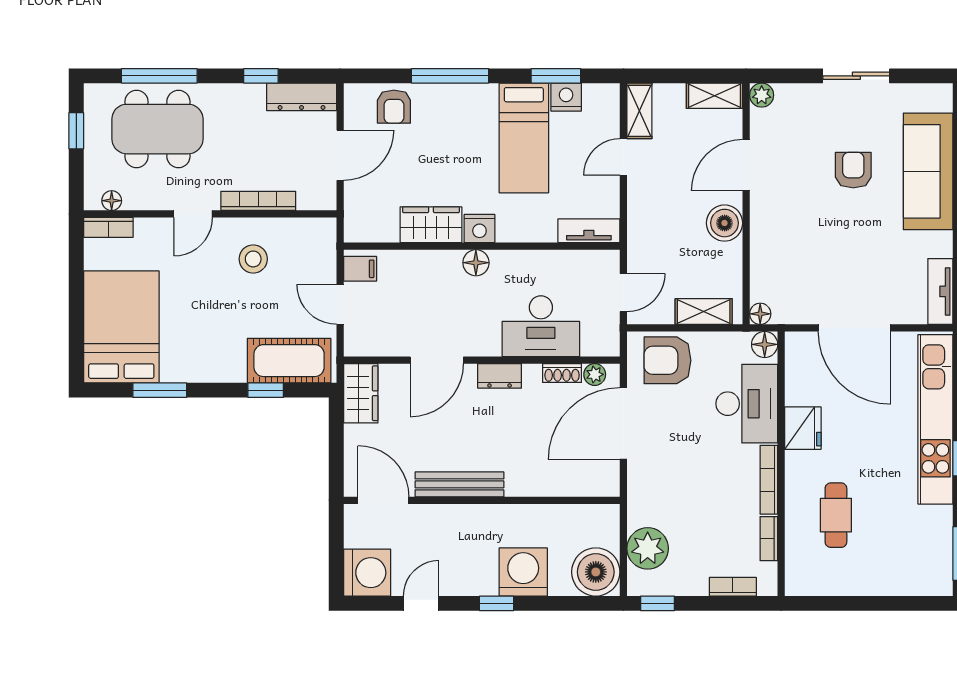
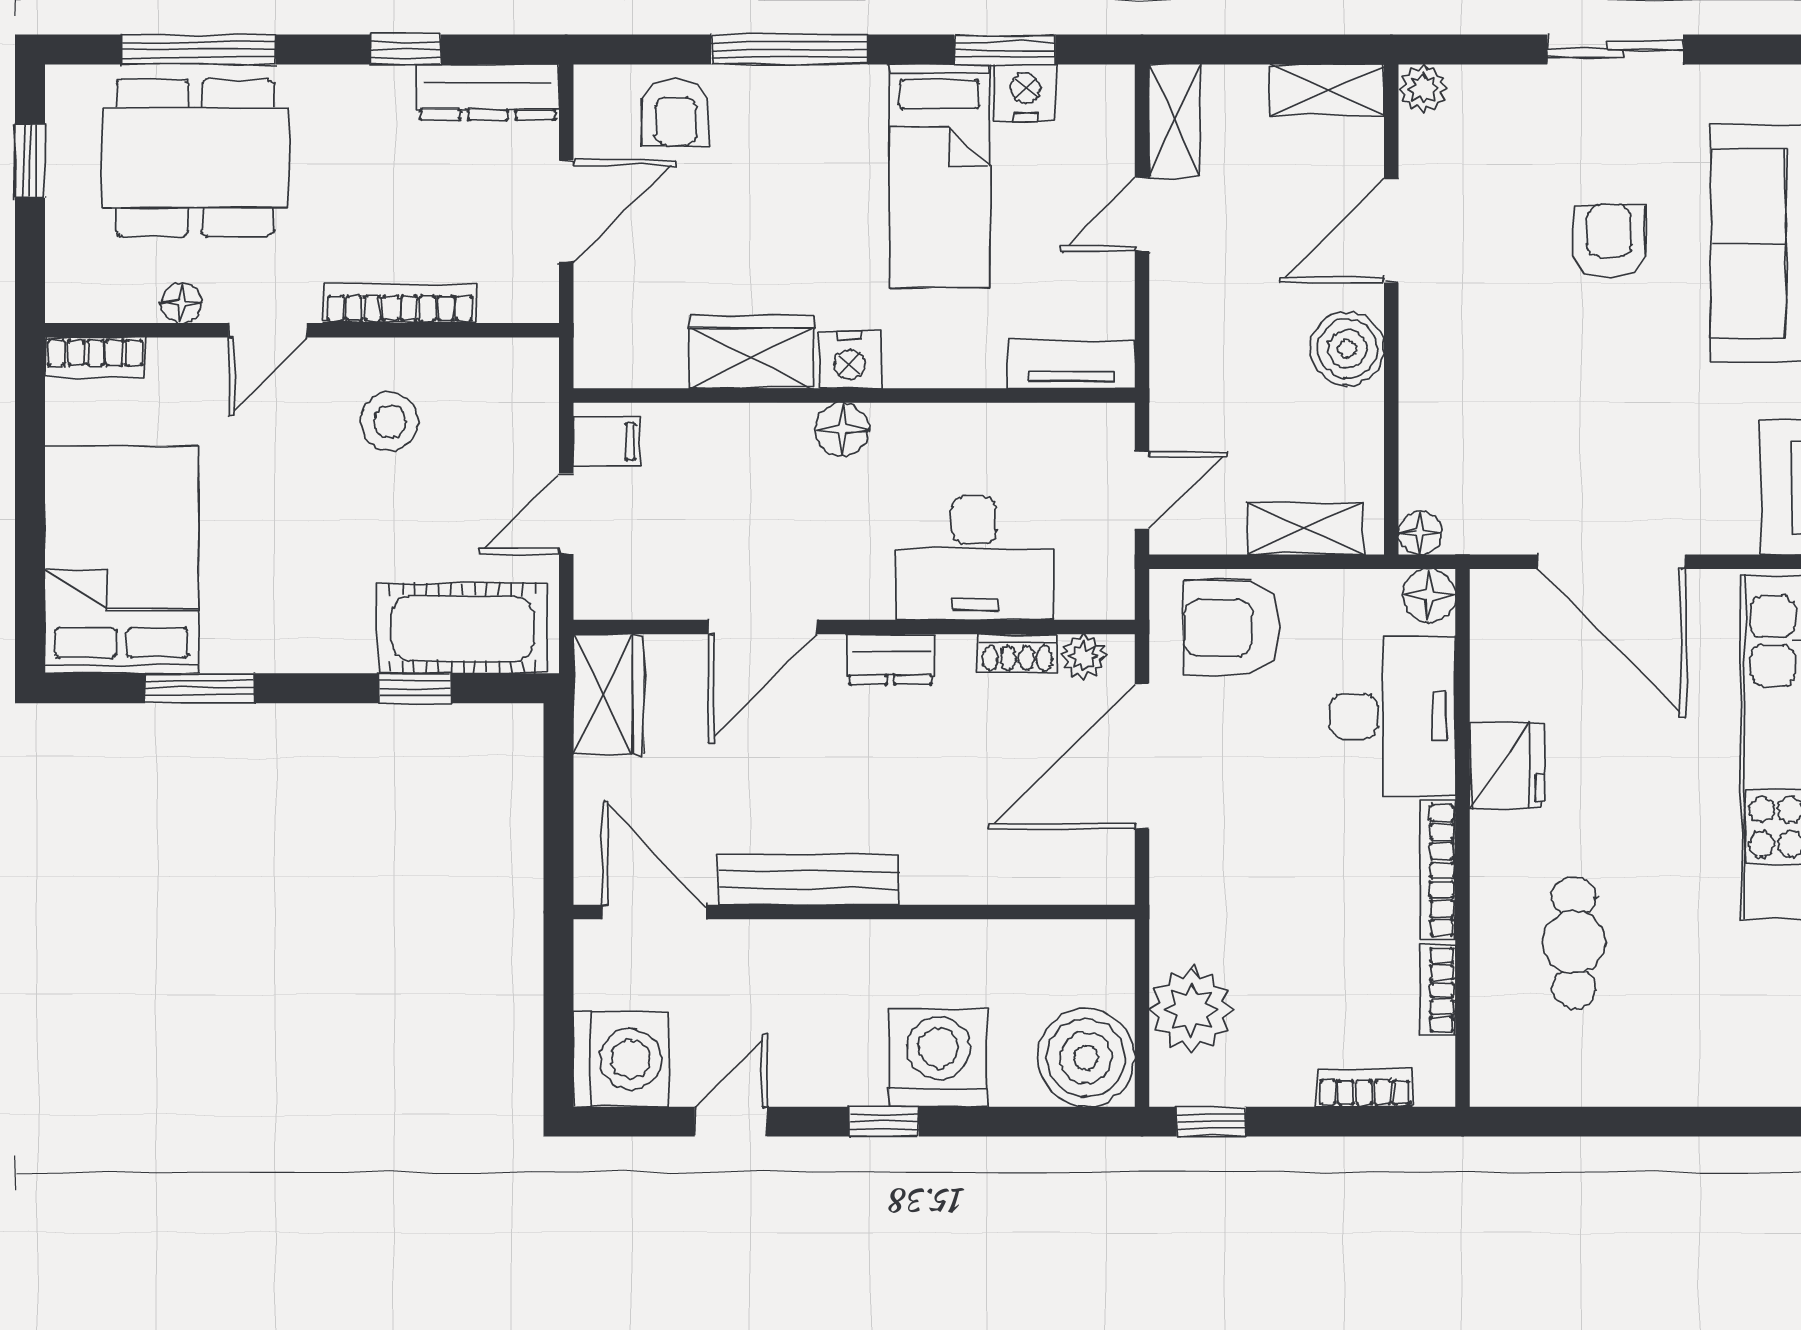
floor lamp: (112, 201) -> (181, 303), moved
door: (340, 304) -> (566, 514), hinge flipped

